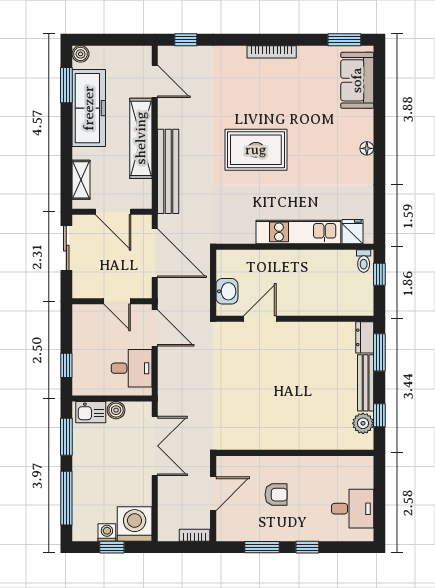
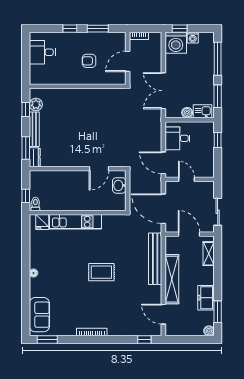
freezer: (89, 108) -> (206, 298), width x0.52, depth x0.79
rug: (256, 150) -> (101, 272), width x0.73, depth x0.70
window: (112, 547) -> (180, 29), moved

